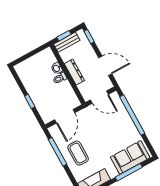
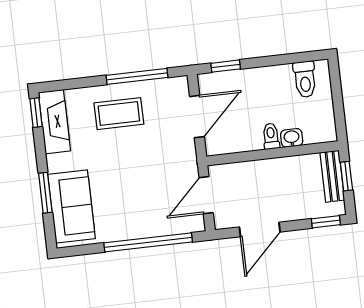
dresser: (74, 72) -> (271, 168), removed
toilet: (27, 73) -> (305, 79), added
window: (30, 101) -> (226, 66), moved
door: (65, 116) -> (197, 117), swing flipped
window: (129, 172) -> (45, 193), width x0.69

